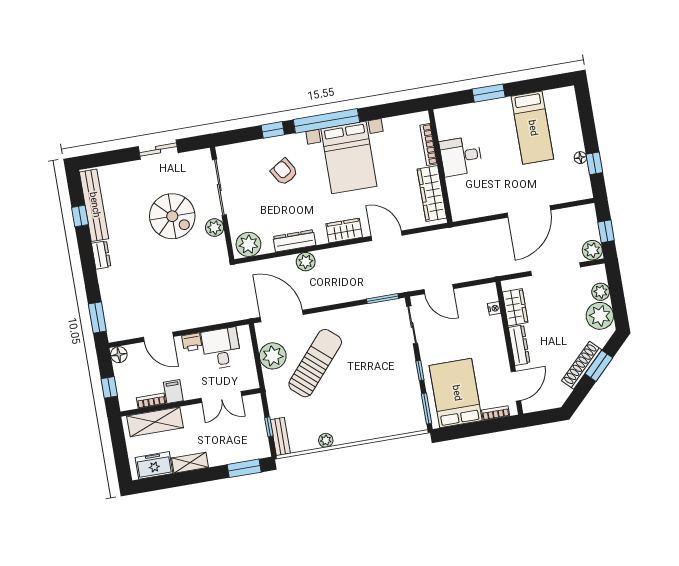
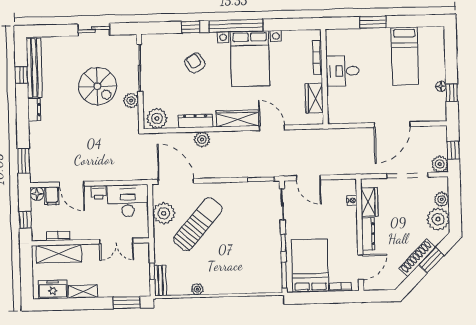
wardrobe: (432, 193) -> (314, 98), width x0.67
wardrobe: (344, 231) -> (237, 118), width x1.50
desk: (221, 348) -> (128, 201), width x1.37
filing cabinet: (173, 392) -> (52, 196), moved, turned 180

